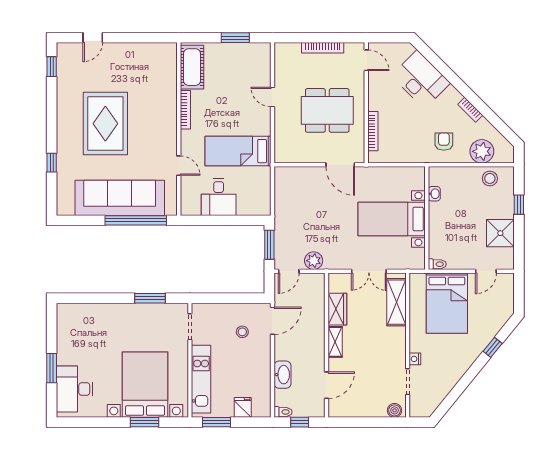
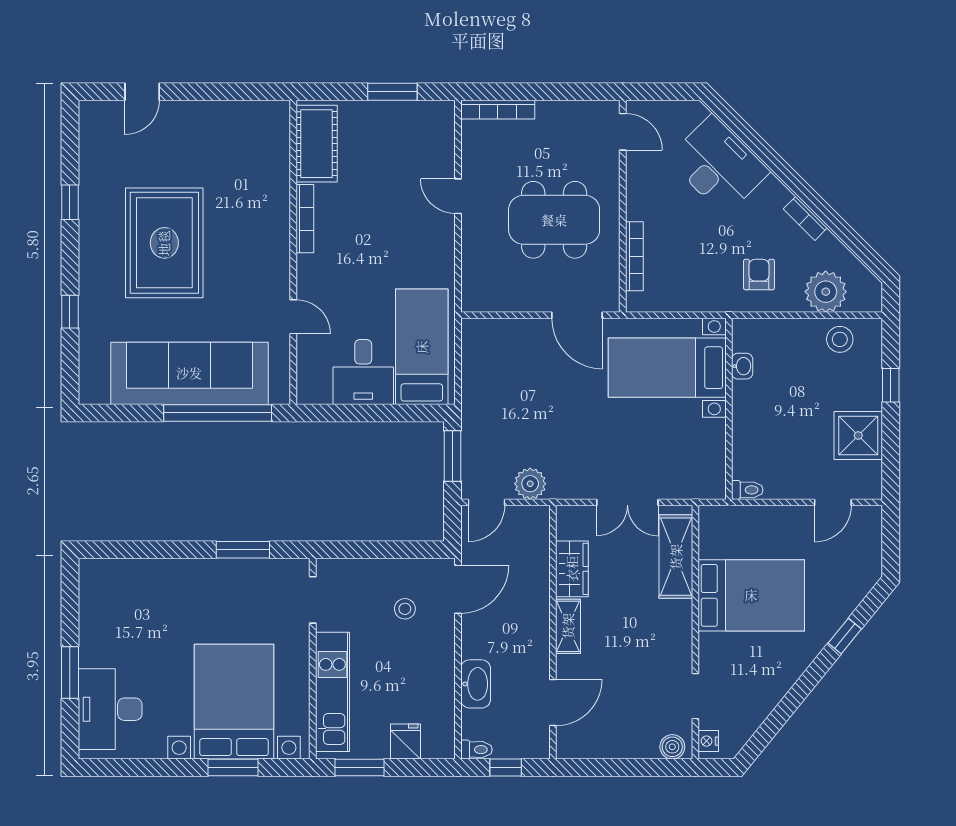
bookcase: (323, 48) -> (498, 110), moved
window: (52, 67) -> (70, 202), moved
bed: (238, 151) -> (422, 347), moved, turned 90
bed with nightstands: (392, 219) -> (667, 368), moved
bed: (447, 303) -> (751, 595), moved, turned -90
nightstand: (415, 359) -> (708, 741), moved

